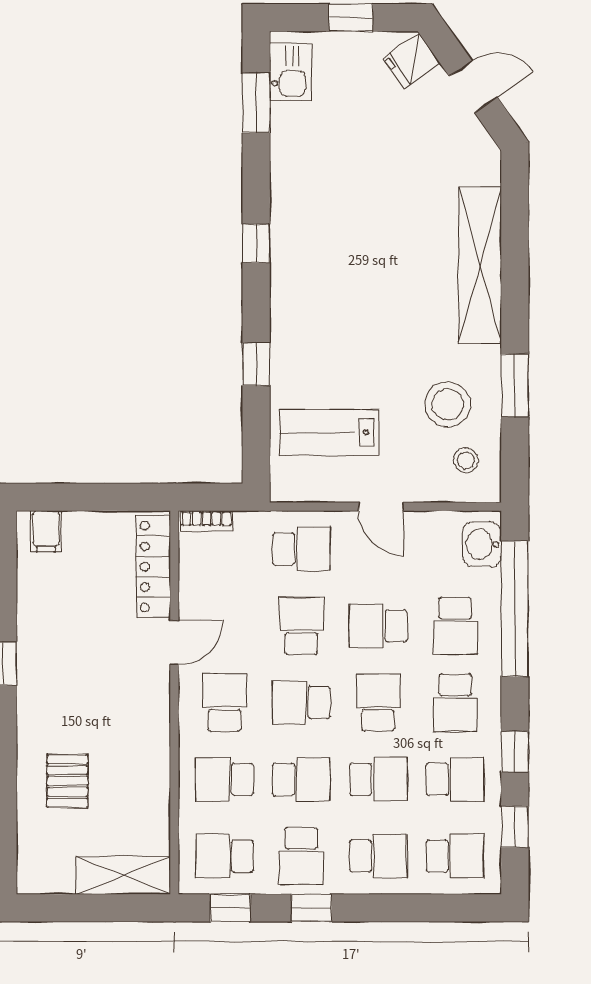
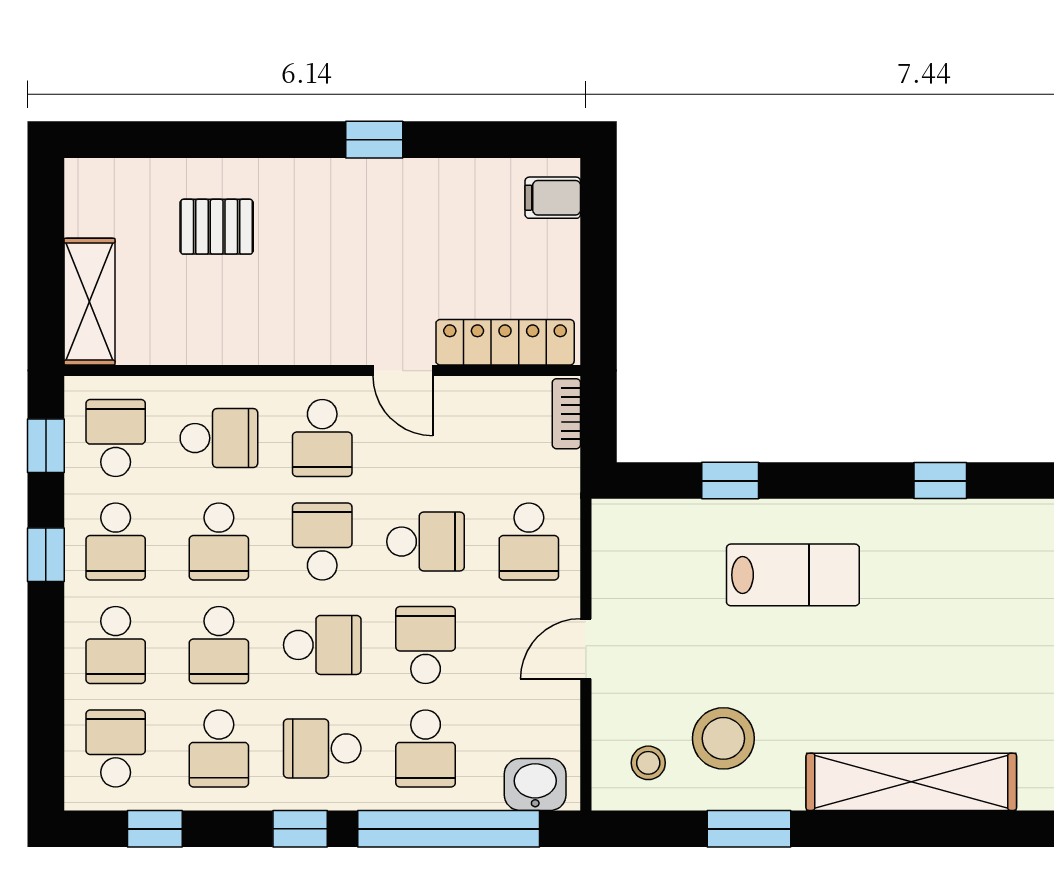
window: (256, 364) -> (730, 481), moved
lab bench: (329, 433) -> (793, 575), moved, turned 90
school desk: (455, 626) -> (426, 748), turned -90
school desk: (224, 703) -> (322, 438), turned 90
window: (515, 752) -> (300, 829), moved
school desk: (224, 779) -> (219, 438), turned 90
school desk: (301, 856) -> (116, 542), turned -90
school desk: (455, 856) -> (116, 748), turned 180

